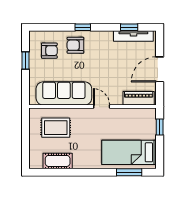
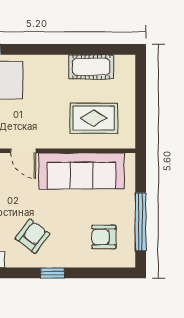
armchair: (75, 45) -> (33, 236), moved, turned -53
window: (26, 60) -> (141, 222), width x2.17

